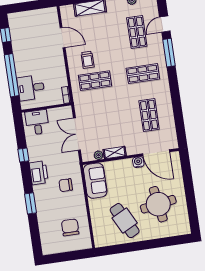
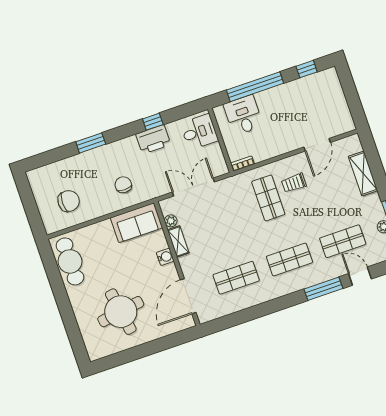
shop shelf: (143, 74) -> (289, 259), turned 90
water cooler: (138, 162) -> (165, 257), moved
printer: (39, 173) -> (153, 139), moved
cafe table: (125, 221) -> (70, 261), moved, turned -63

